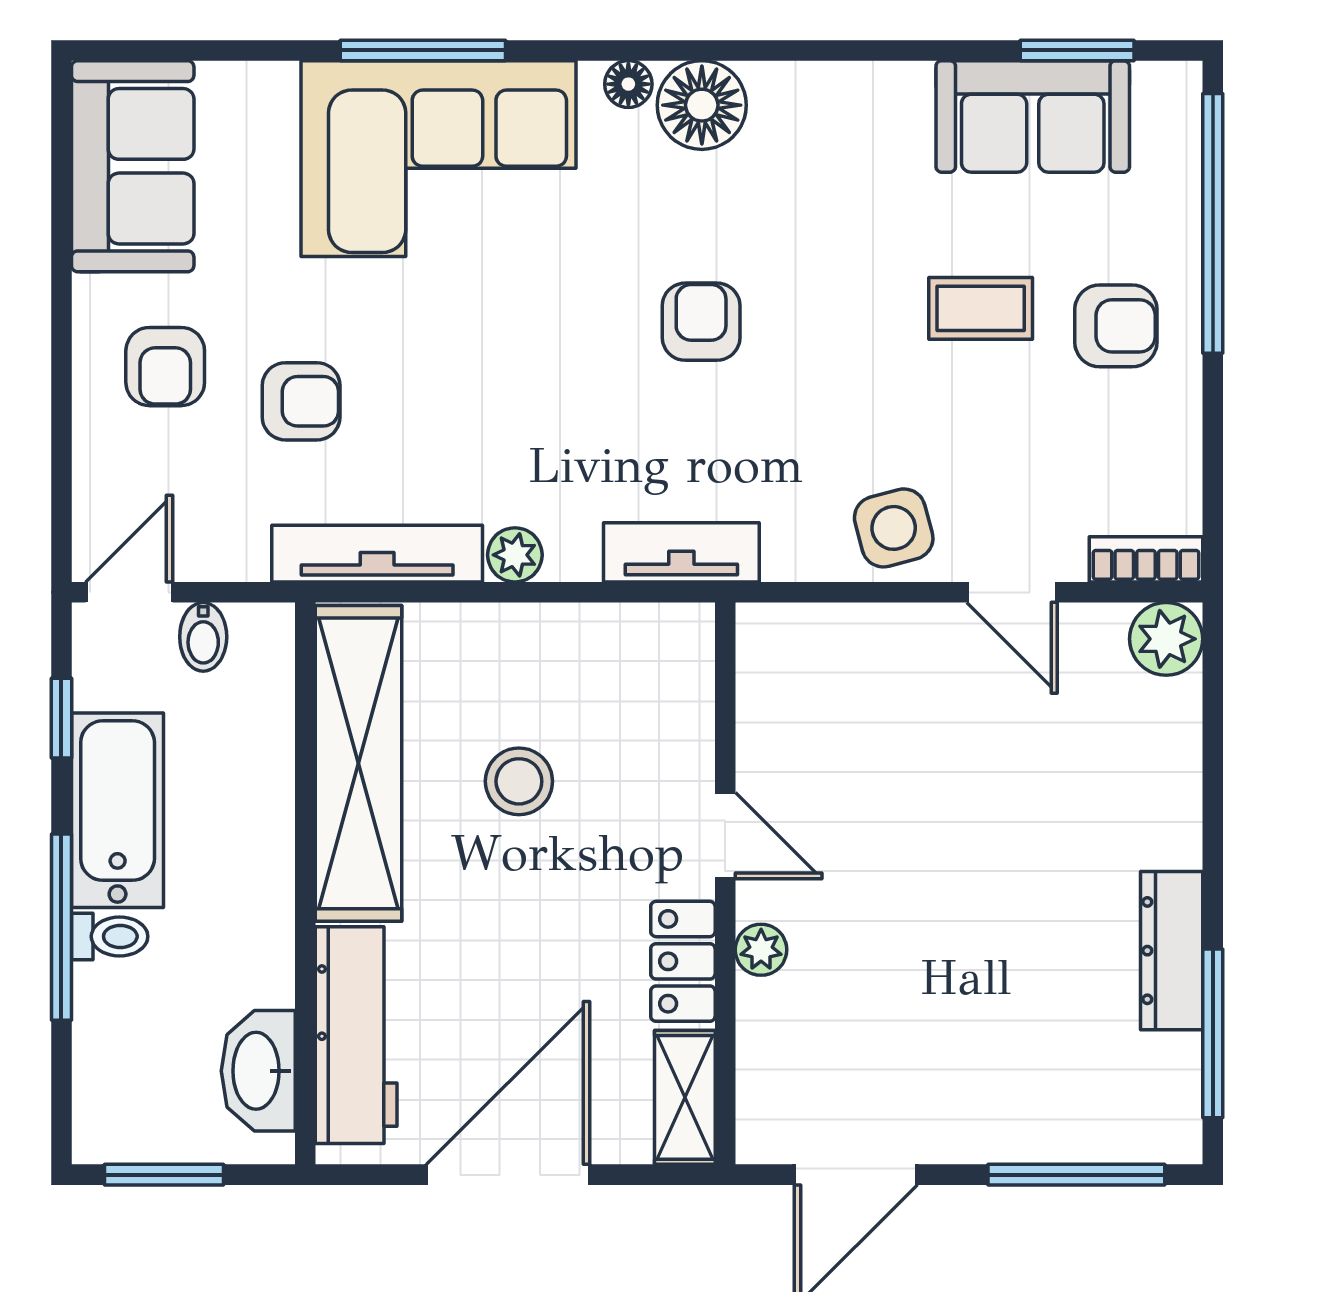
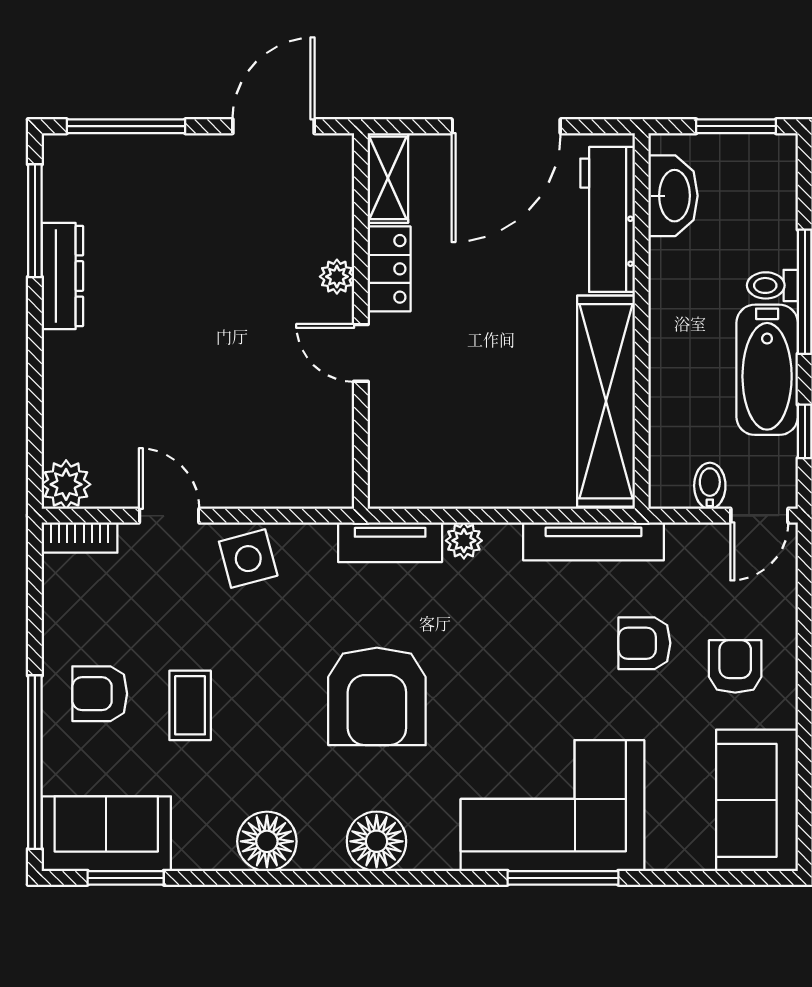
floor lamp: (628, 84) -> (267, 841), moved, width x1.89, depth x1.89
sofa: (1033, 116) -> (106, 834), moved
coffee table: (981, 308) -> (190, 705), turned 90
armchair: (701, 322) -> (377, 696), width x1.88, depth x1.88
plant: (515, 555) -> (464, 541), moved
stool: (519, 781) -> (499, 389), removed

